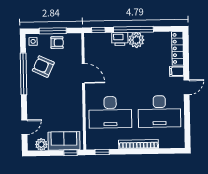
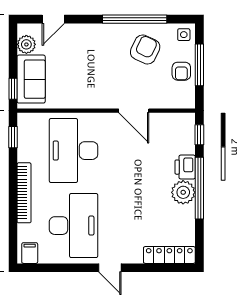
filing cabinet: (177, 71) -> (30, 253), moved
door: (83, 73) -> (134, 111), hinge flipped
desk: (159, 111) -> (74, 226), turned 180
door: (24, 127) -> (53, 19), hinge flipped

